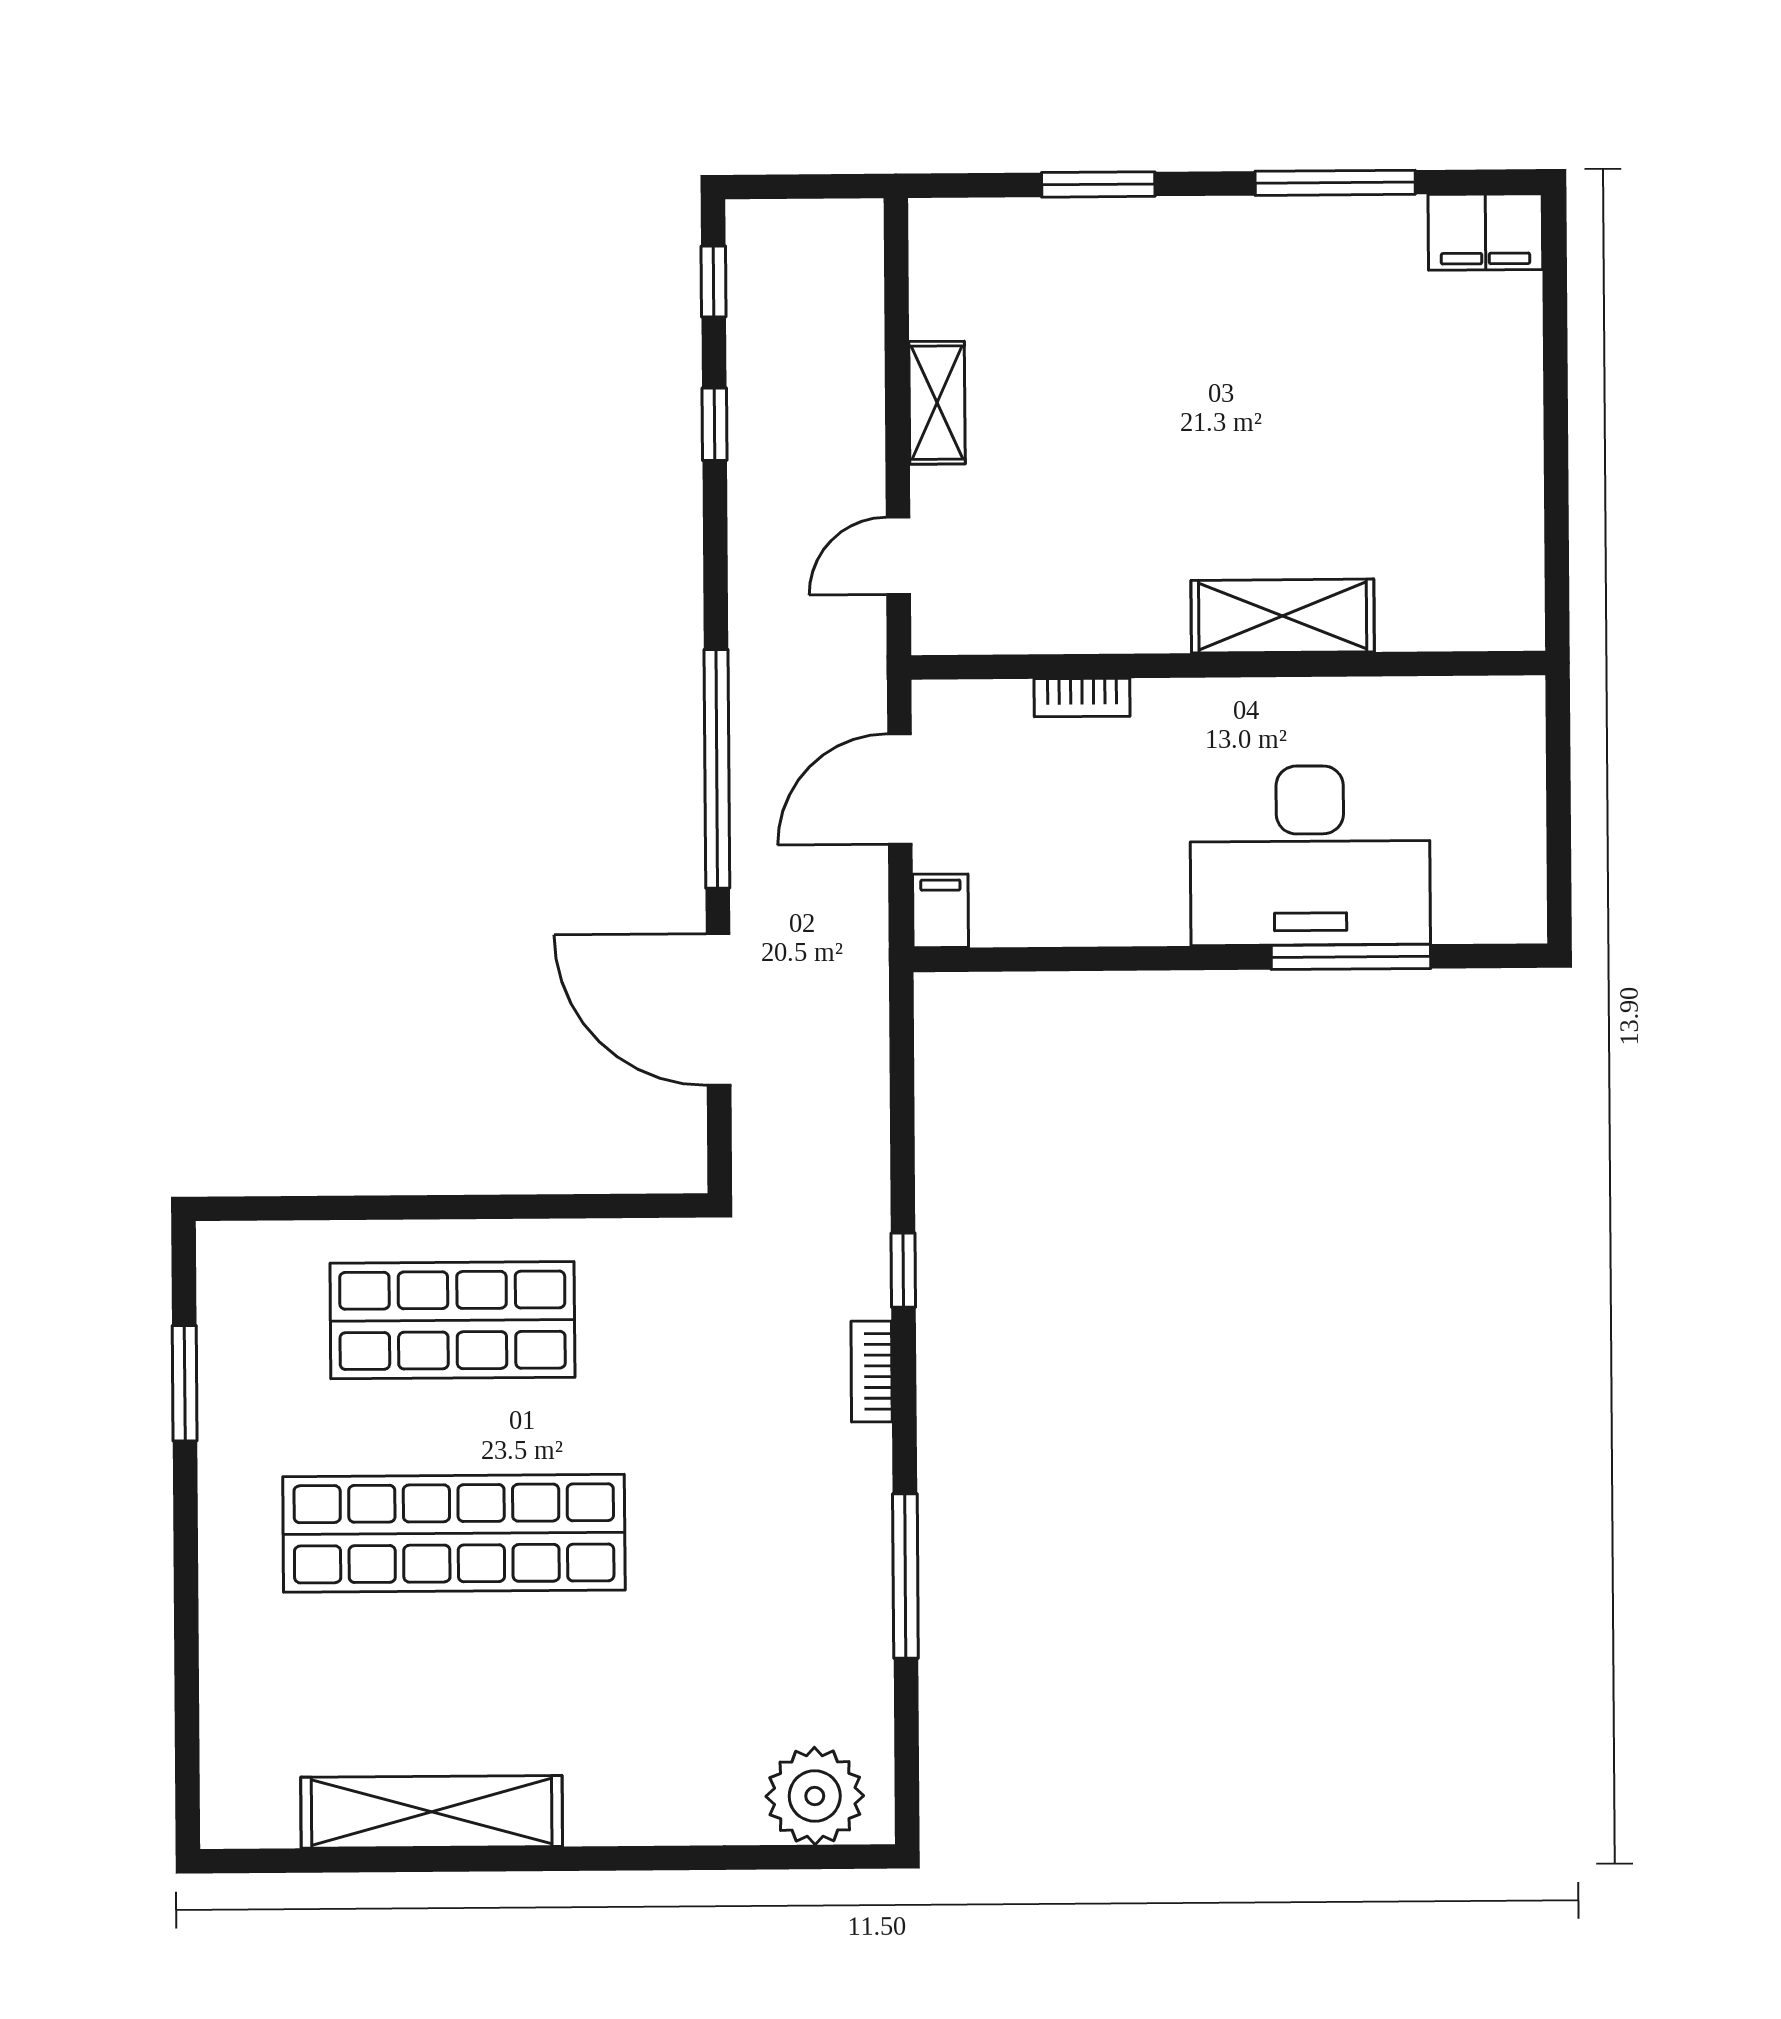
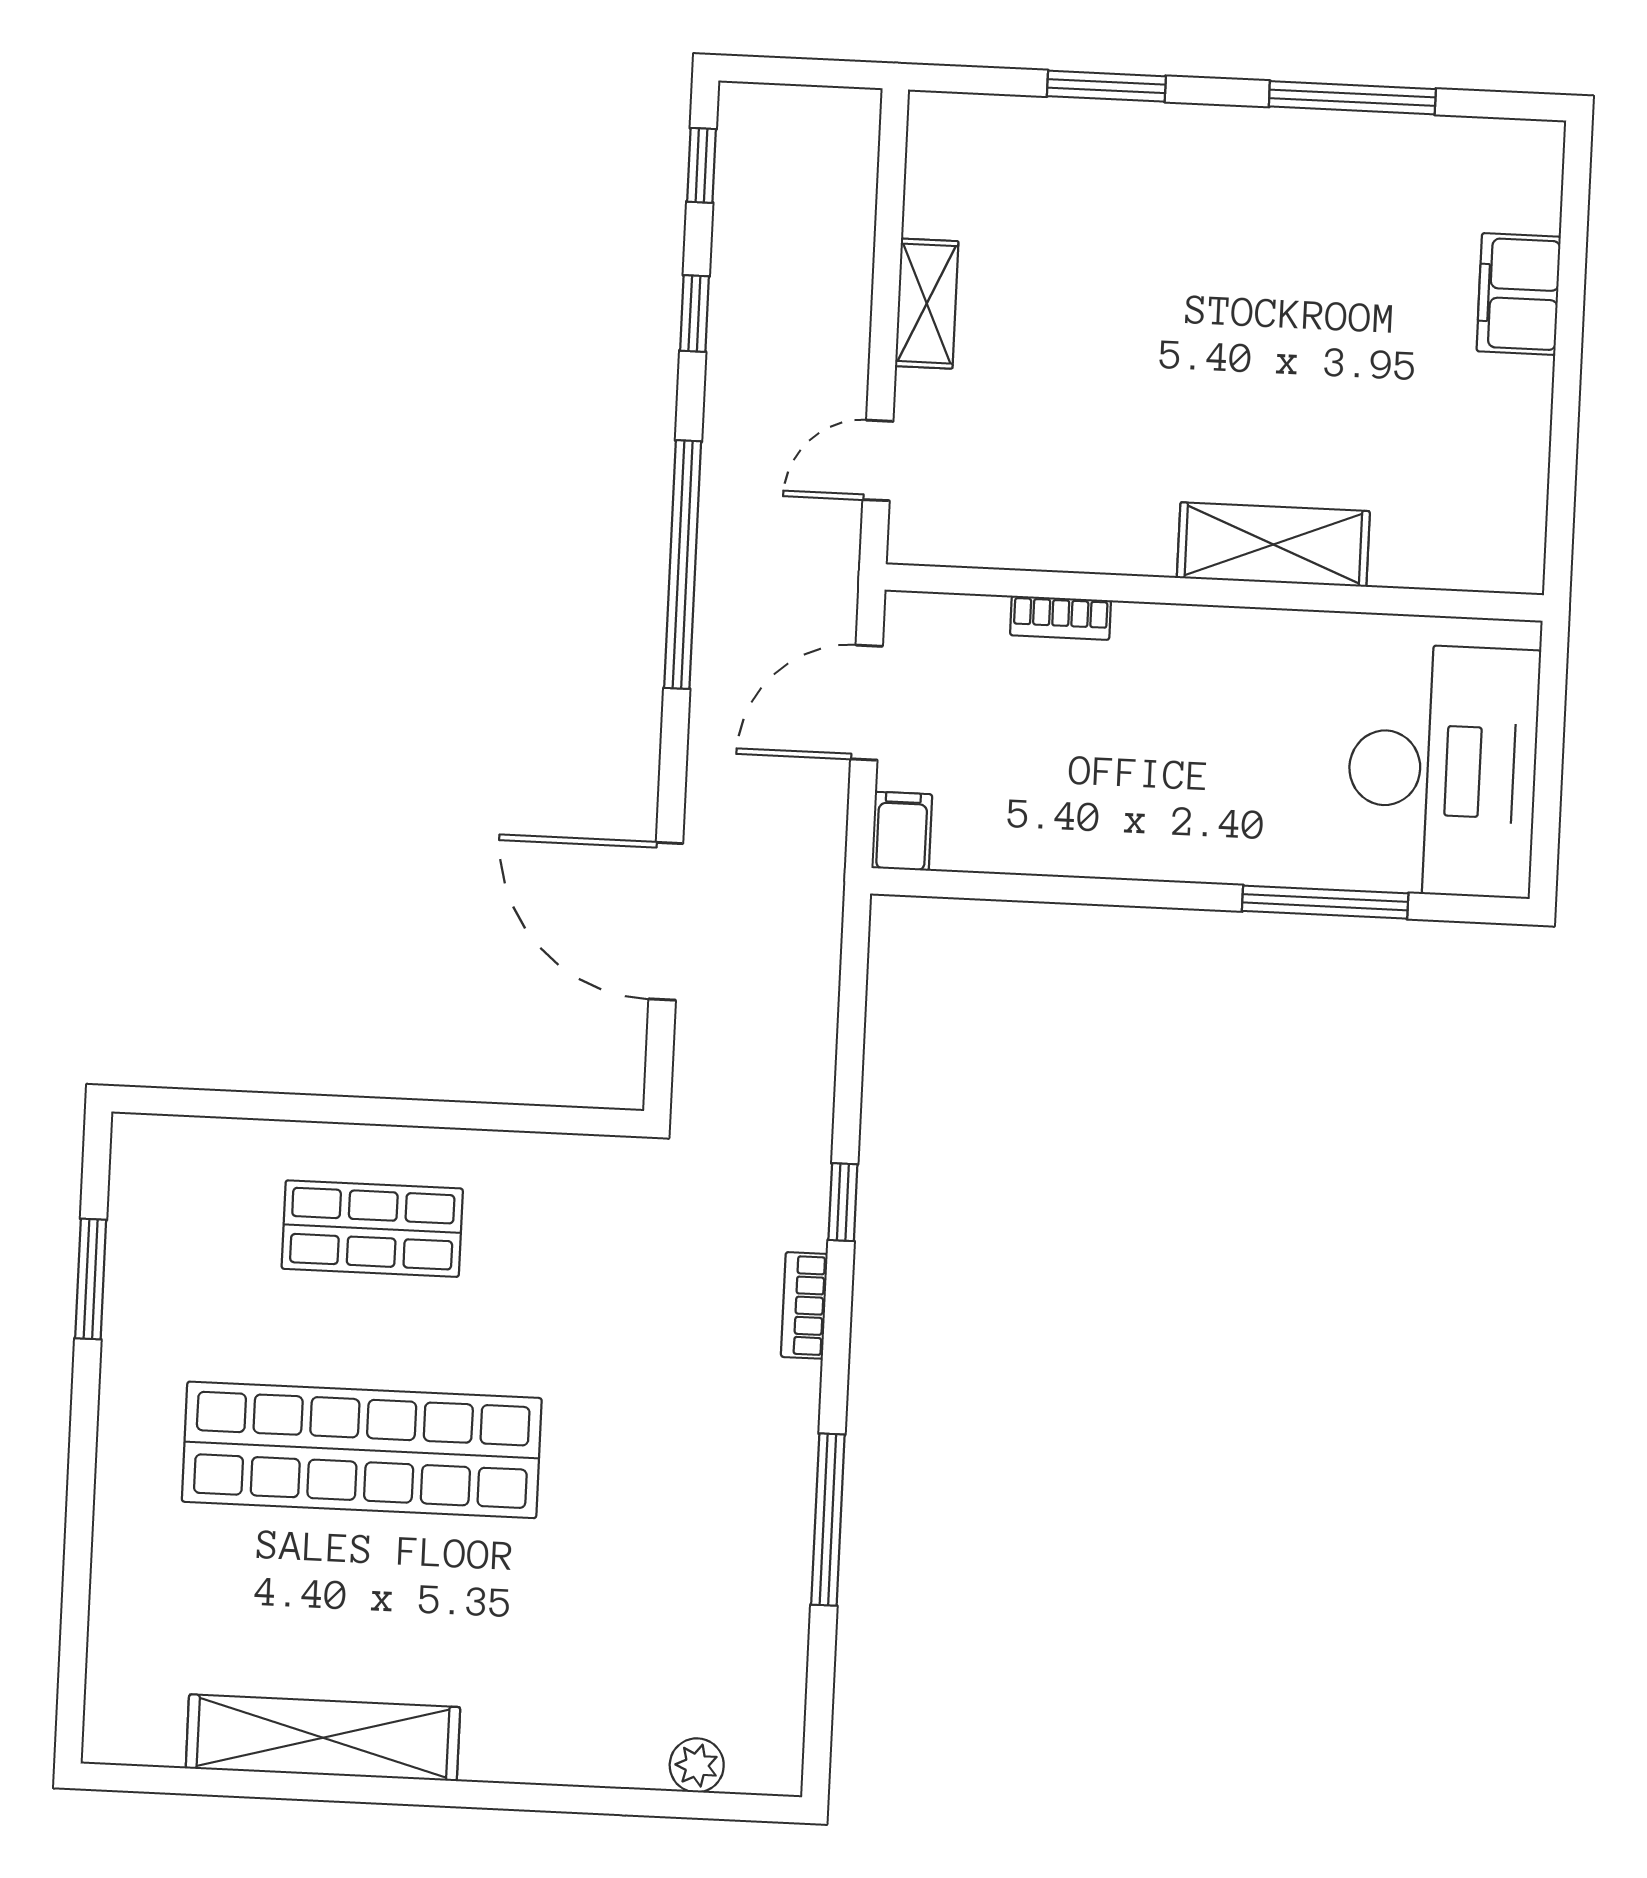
filing cabinet: (1485, 232) -> (1519, 294), moved, turned 90
window: (717, 769) -> (683, 565), moved
desk: (1310, 855) -> (1443, 770), moved, turned -90
shop shelf: (452, 1320) -> (372, 1229), width x0.70, depth x0.74
plant: (815, 1796) -> (697, 1765), width x0.53, depth x0.53

